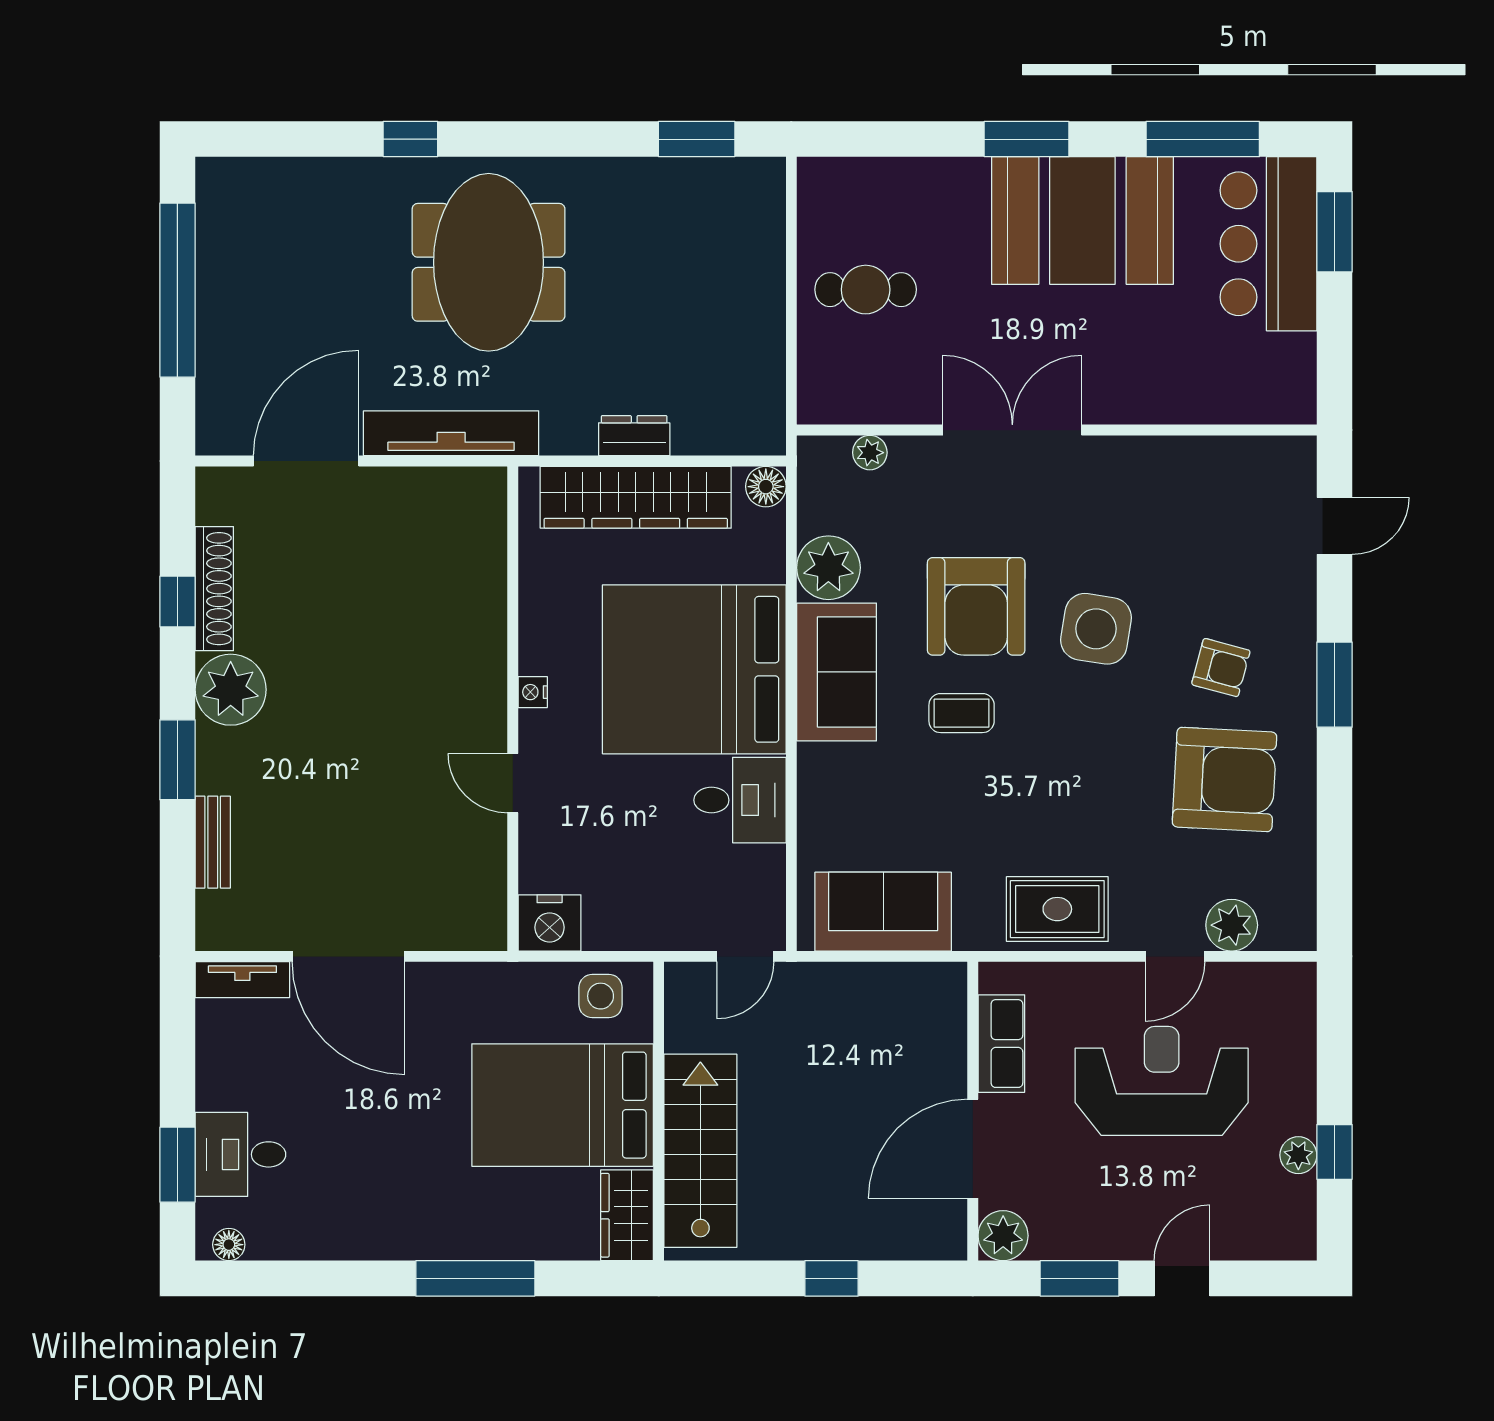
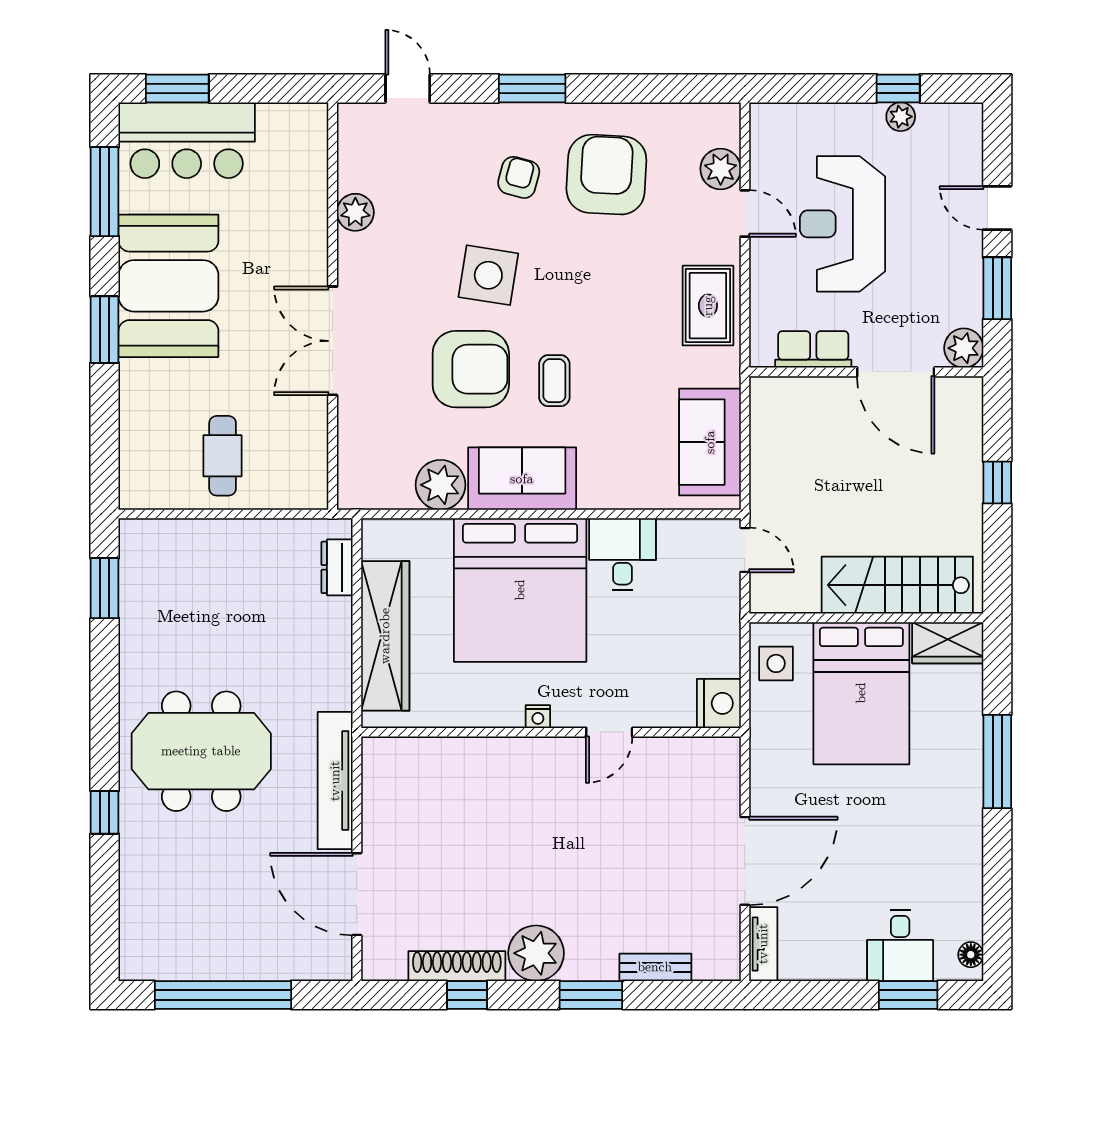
dresser: (634, 436) -> (337, 567), moved
plant: (870, 453) -> (355, 212), moved, width x1.38, depth x1.38
floor lamp: (766, 487) -> (377, 534), removed

